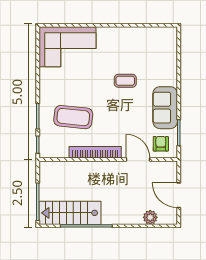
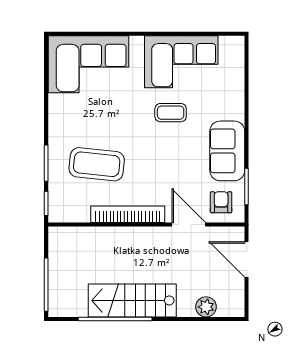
corner sofa: (133, 45) -> (181, 62), added
door: (179, 195) -> (247, 259), moved
stairs: (70, 213) -> (132, 300), moved

